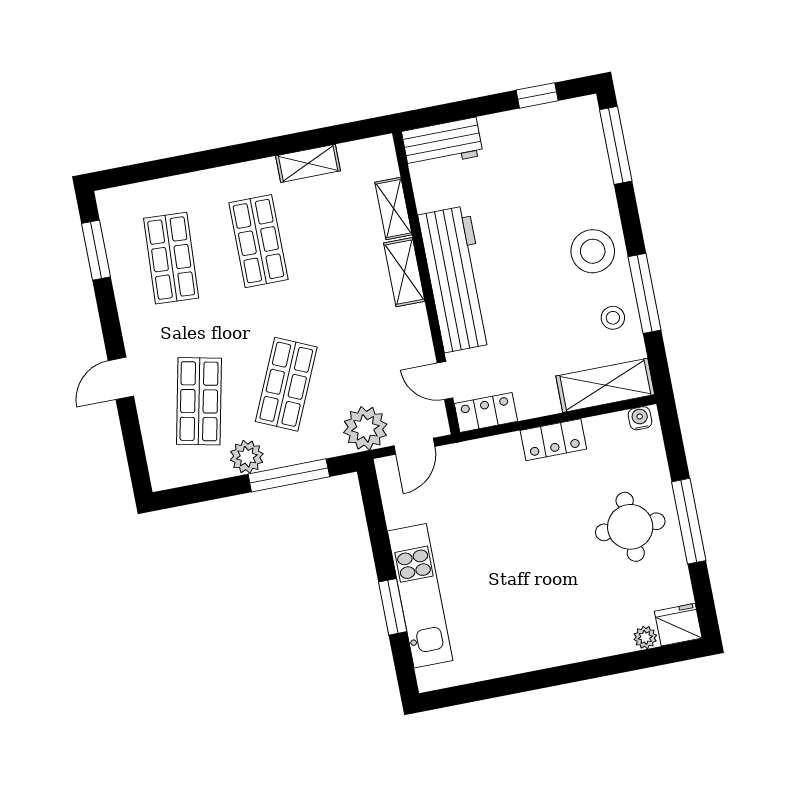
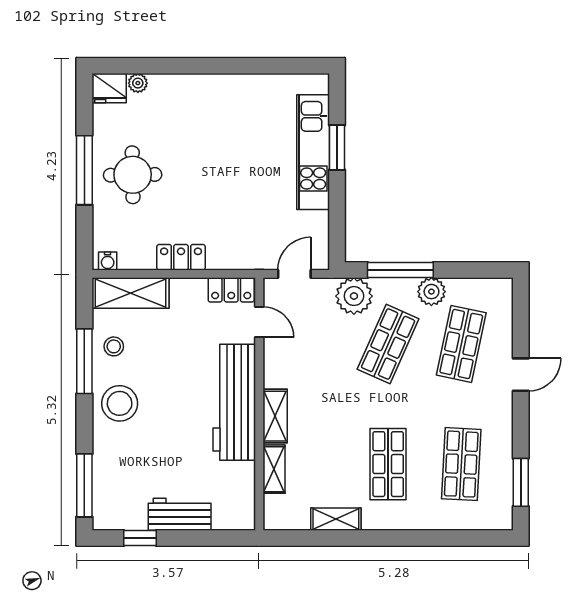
workbench: (442, 143) -> (180, 514), moved
plant: (365, 428) -> (354, 296), moved

